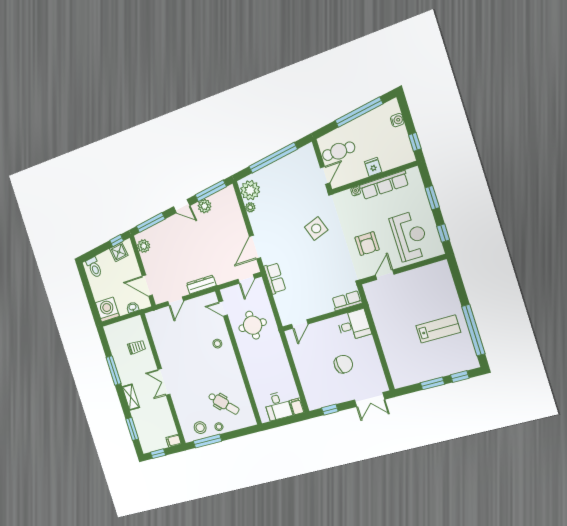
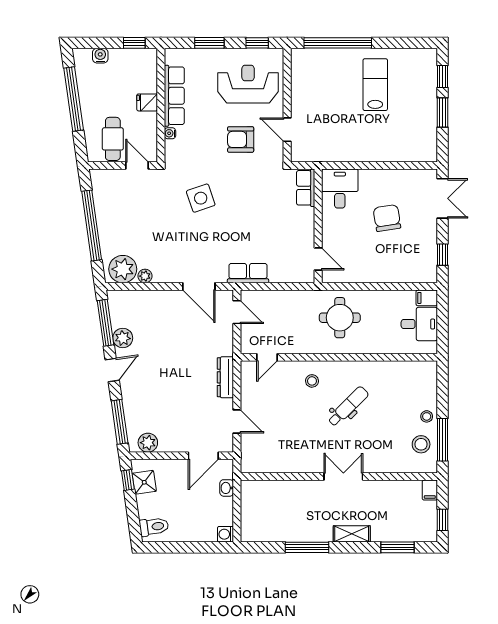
armchair: (367, 244) -> (241, 139), turned 180
washing machine: (107, 310) -> (226, 534), width x0.53, depth x0.53
round table: (253, 325) -> (340, 318), moved
window: (473, 330) -> (338, 43), moved
trolley: (137, 347) -> (284, 501), removed
double door: (164, 382) -> (343, 477), swing flipped
dental chair: (224, 404) -> (348, 407), moved

